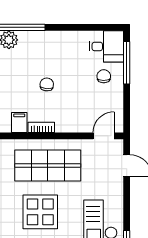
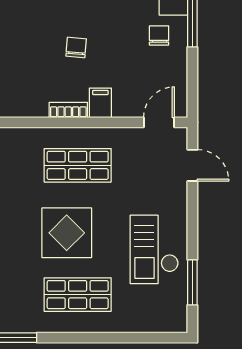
filing cabinet: (19, 123) -> (100, 103), moved
shop shelf: (48, 166) -> (78, 165), width x0.70, depth x0.74

